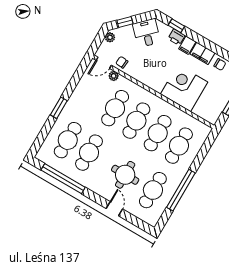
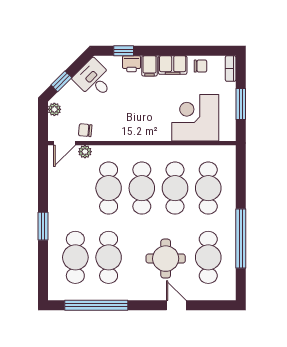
corner desk: (184, 88) -> (195, 118), moved

